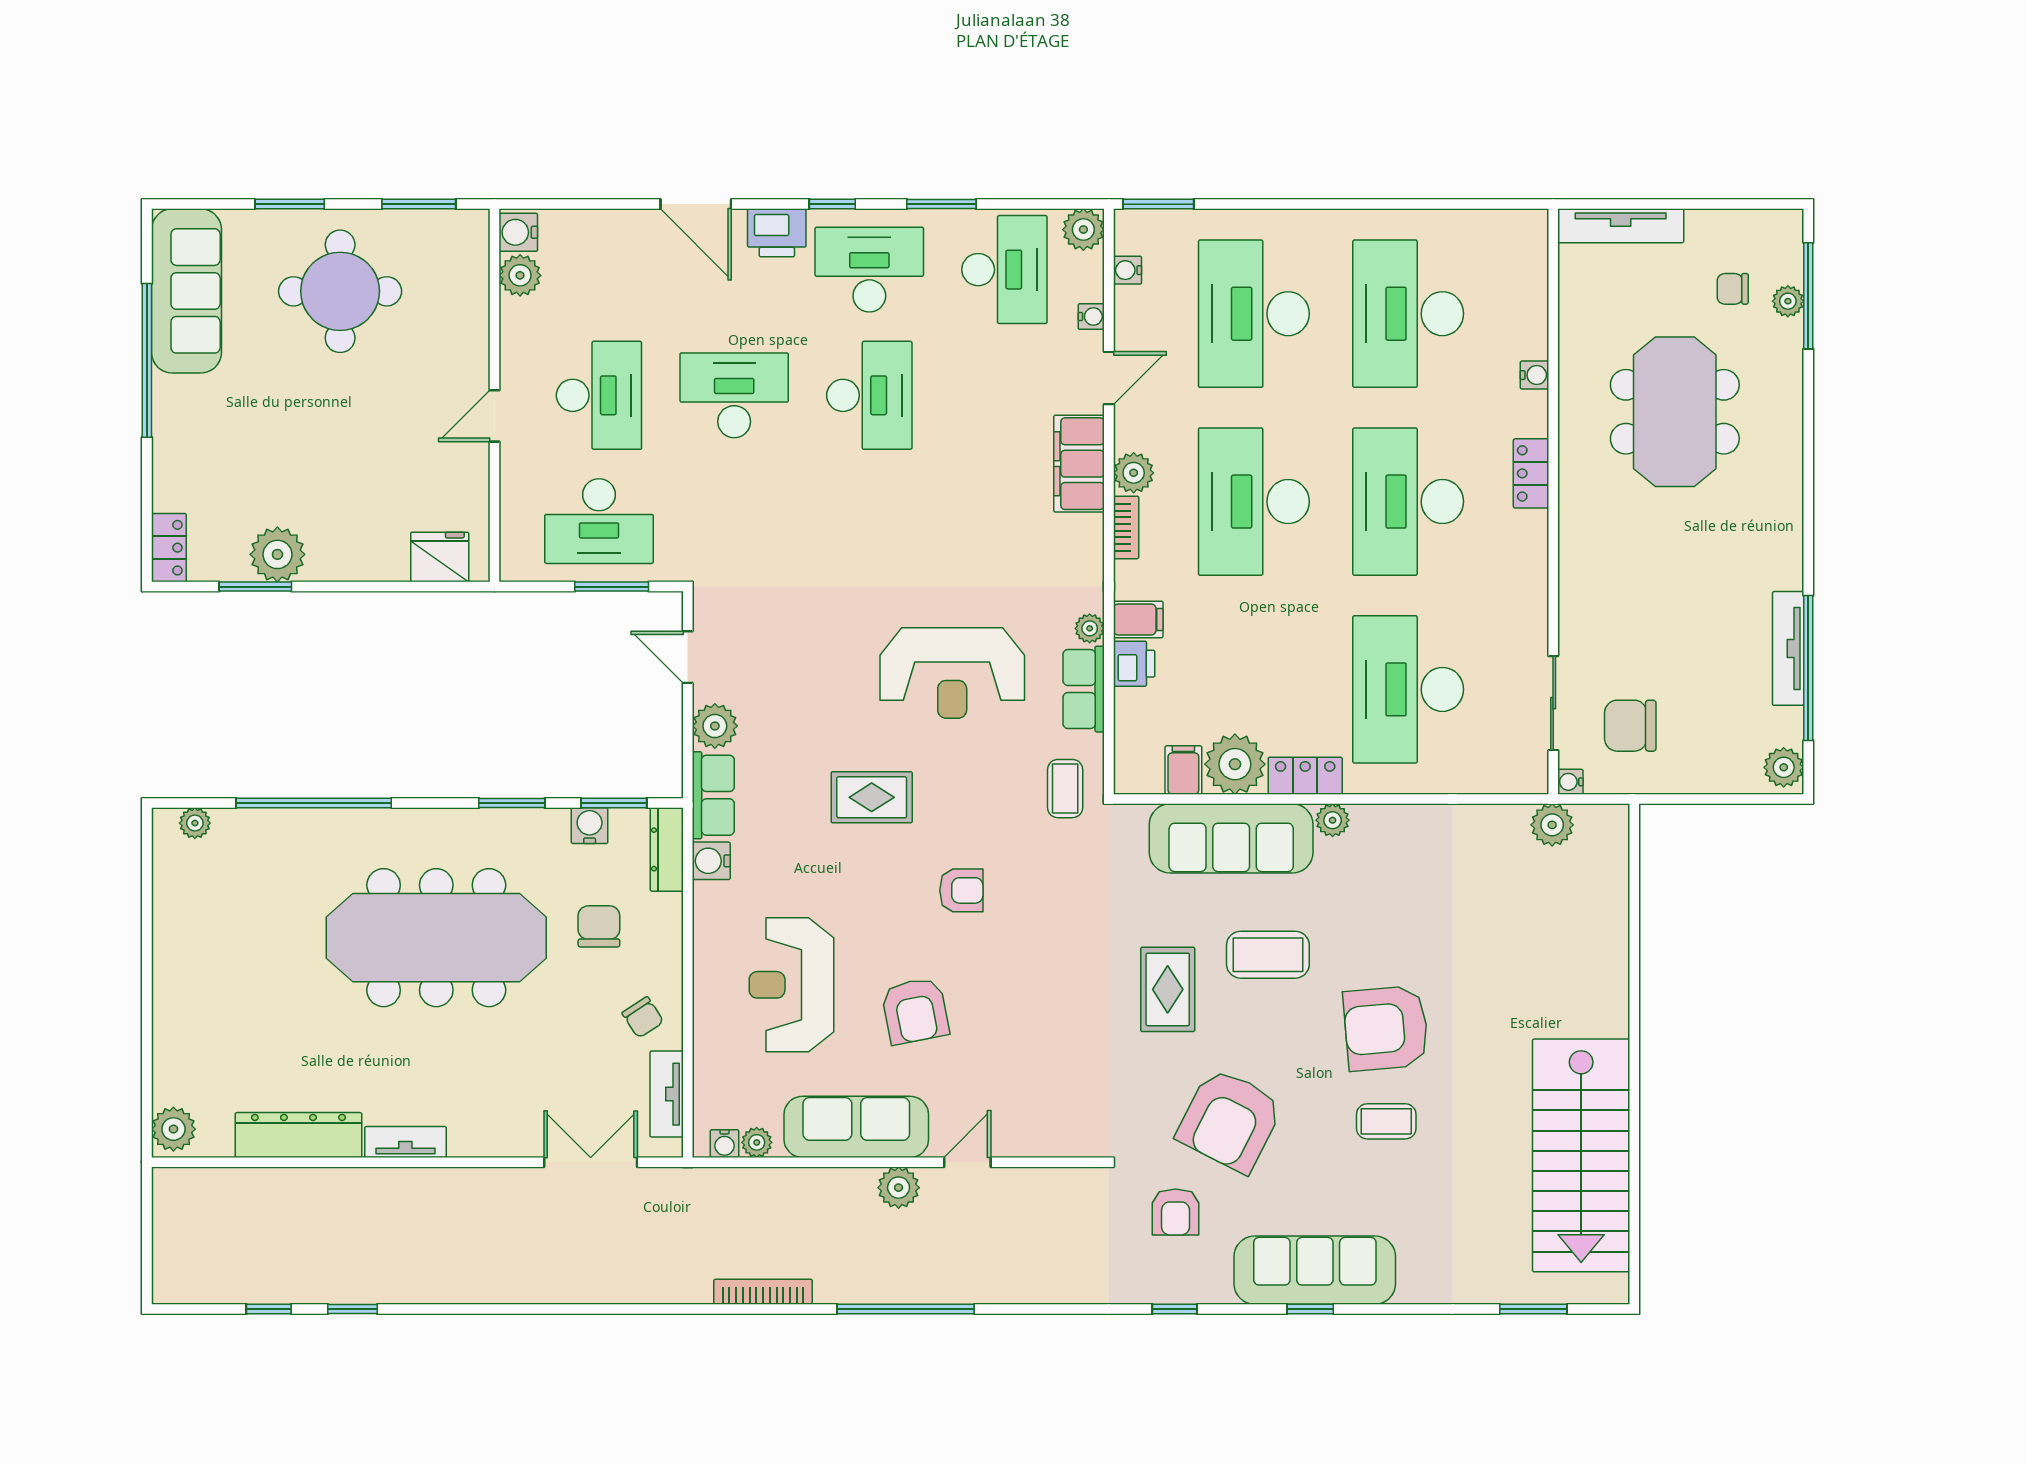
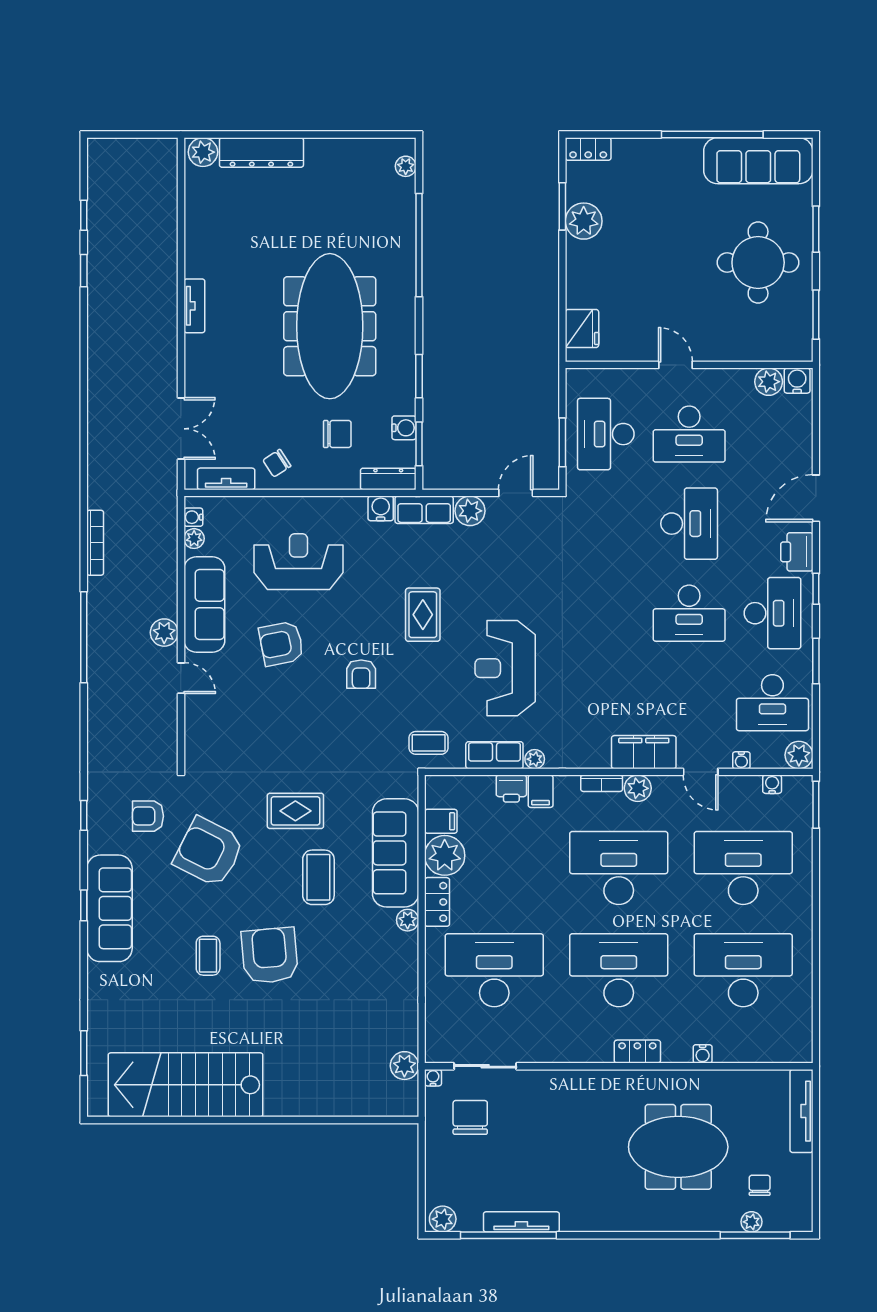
dresser: (298, 1135) -> (261, 152), moved, turned 90

